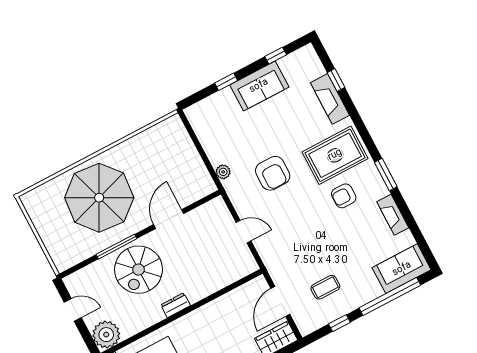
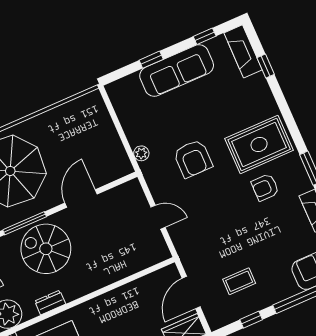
sofa: (259, 86) -> (177, 70), width x1.36
fireplace: (330, 99) -> (243, 51), moved
spiral stairs: (138, 270) -> (46, 249), turned 90
dresser: (176, 305) -> (50, 302), moved

